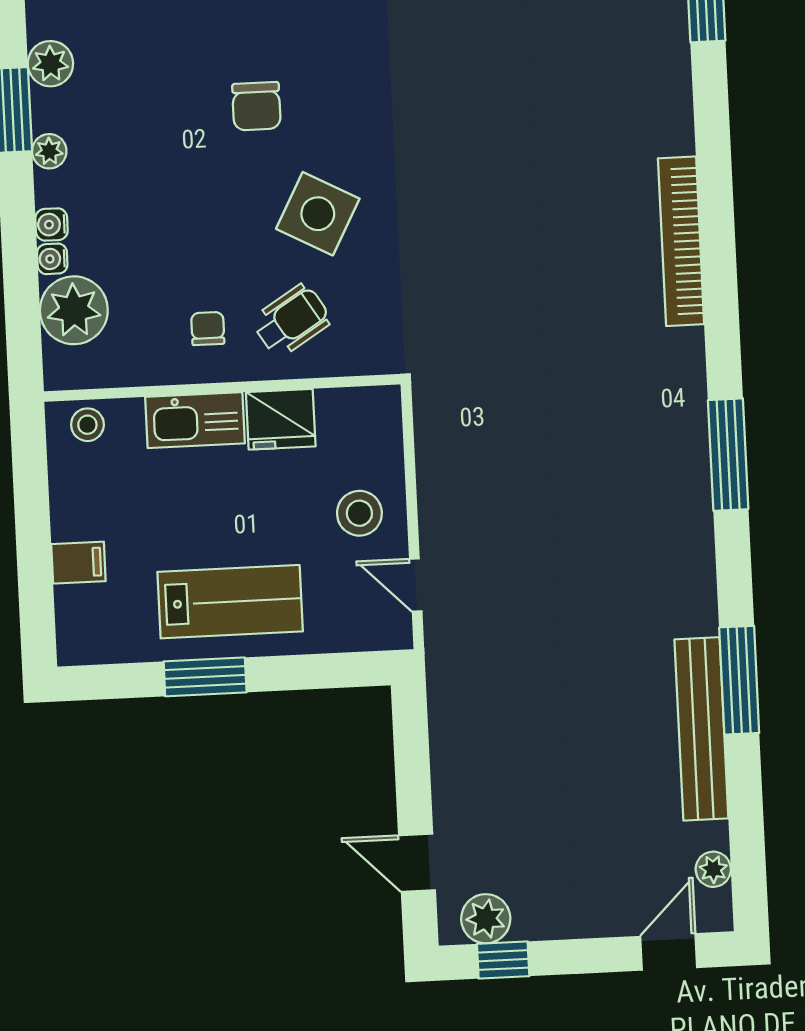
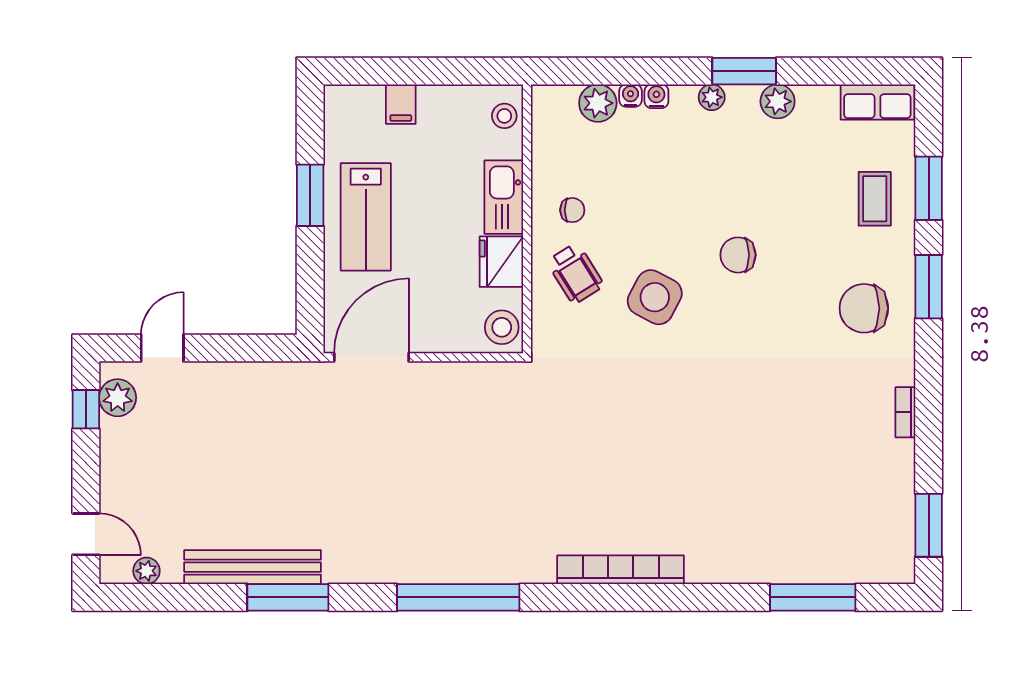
plant: (74, 310) -> (598, 103), width x0.73, depth x0.73
window: (728, 455) -> (458, 597), width x1.46
stool: (359, 513) -> (502, 327), moved
door: (416, 585) -> (371, 357), width x1.88

